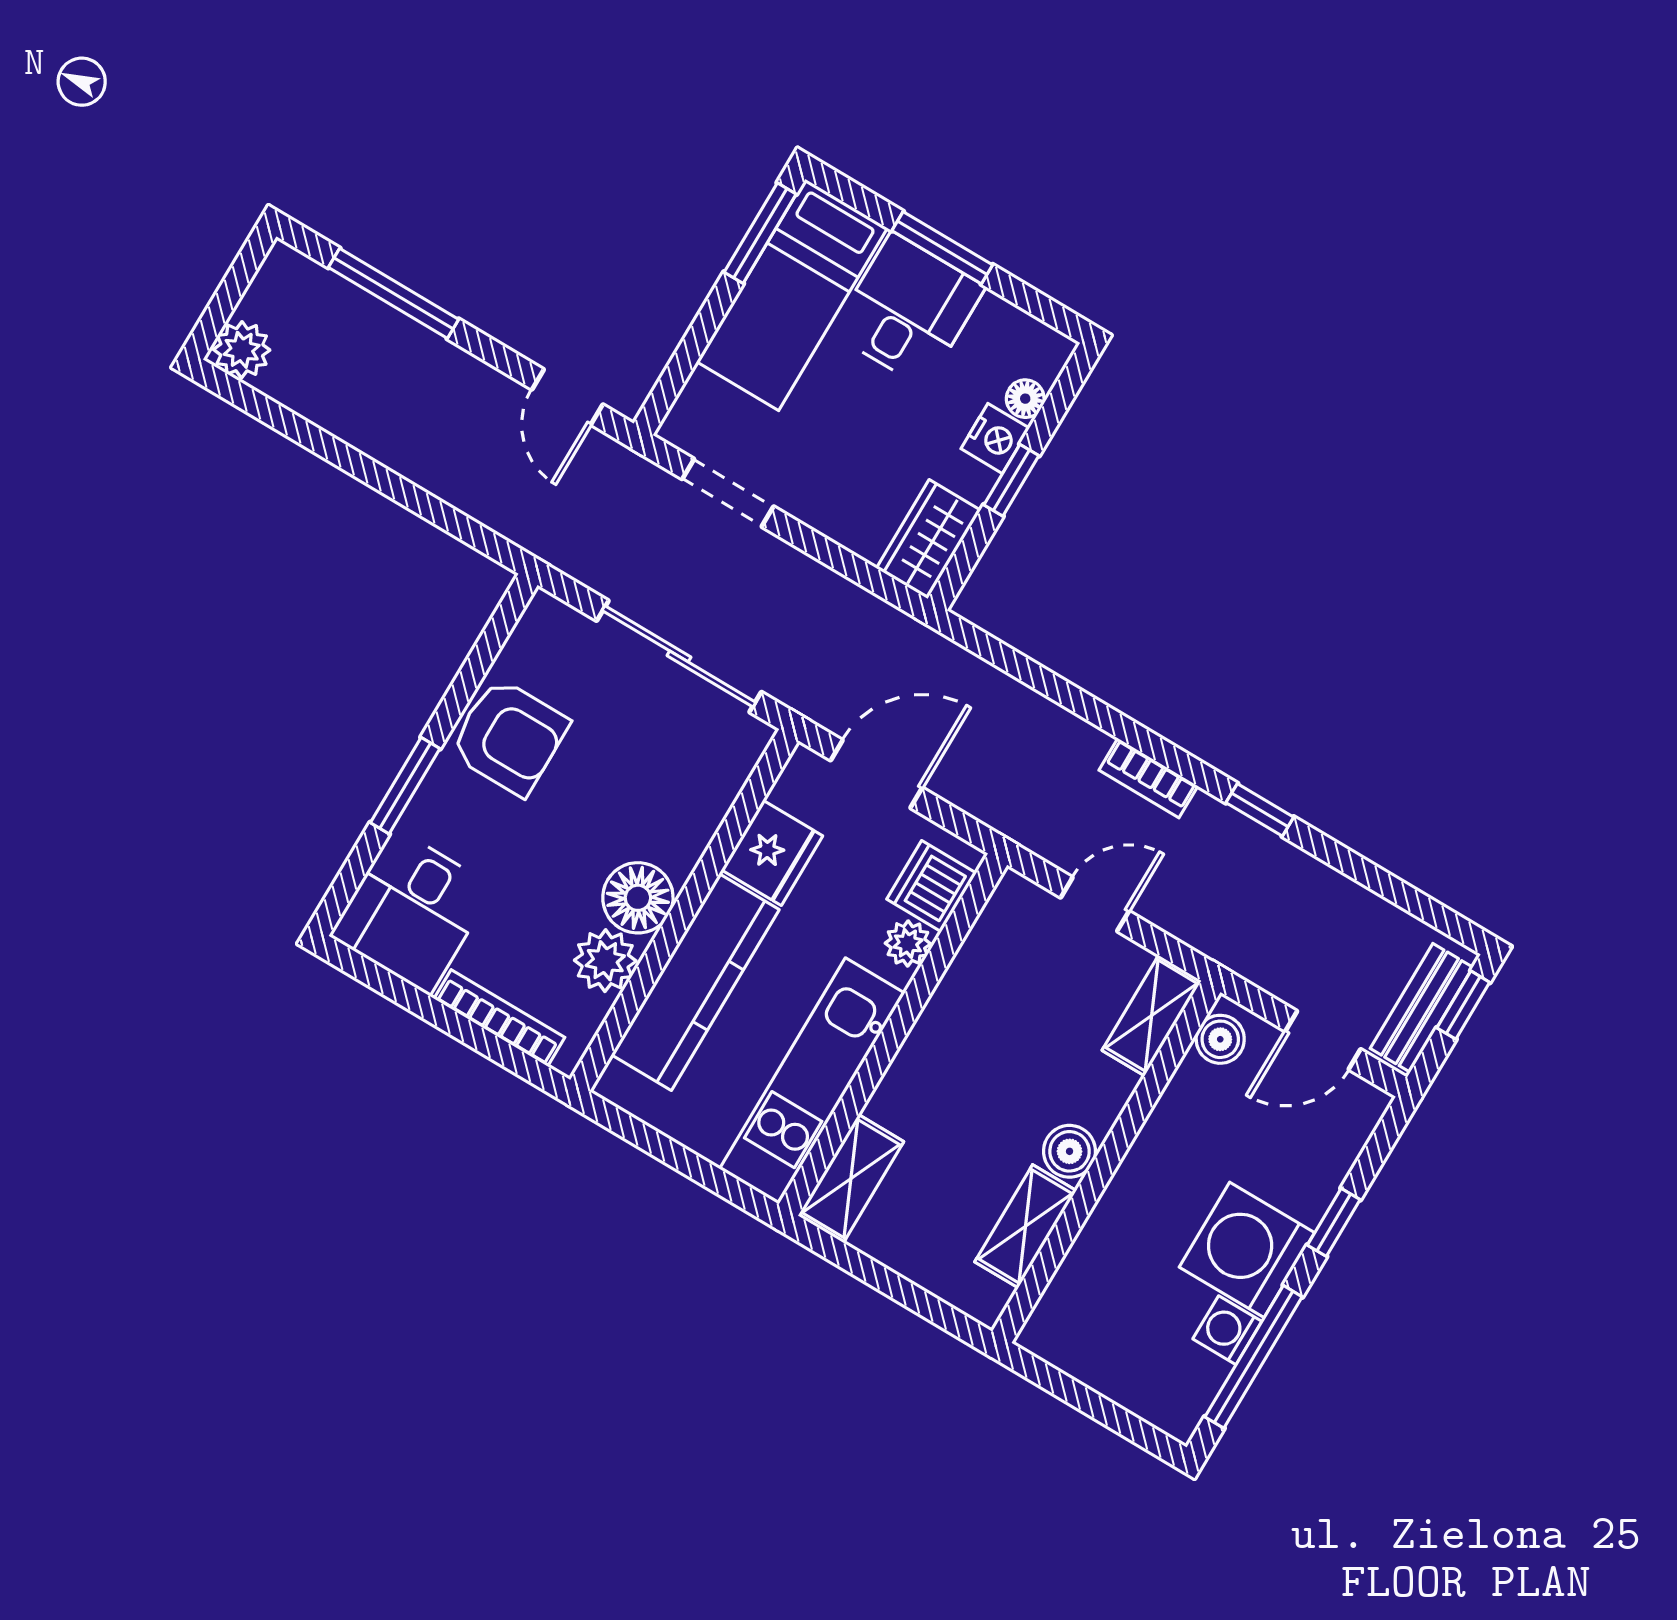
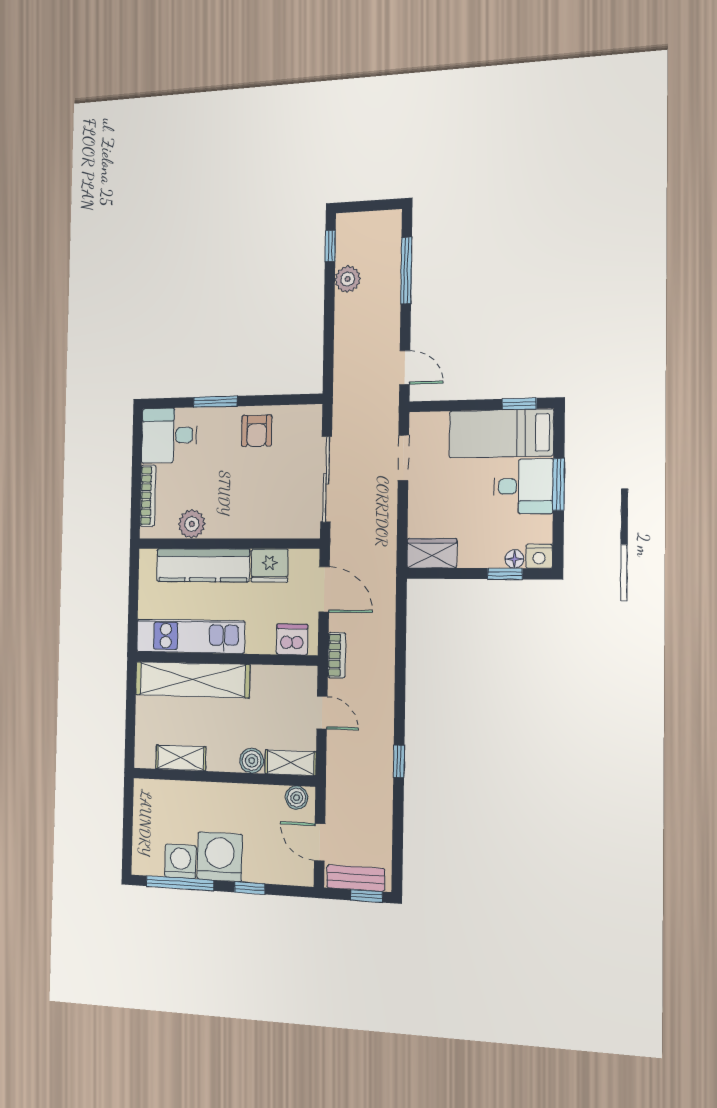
window: (760, 233) -> (519, 404), width x0.67
plant: (242, 350) -> (348, 279), moved
door: (567, 397) -> (405, 368), swing flipped
window: (256, 404) -> (330, 246), added
nightstand: (995, 438) -> (539, 556), moved
window: (1011, 480) -> (505, 574), moved
armchair: (509, 737) -> (257, 431), width x0.72, depth x0.72
bookcase: (1148, 778) -> (337, 655), moved, turned 180
floor lamp: (638, 898) -> (223, 522), removed
plant: (908, 943) -> (264, 643), removed
boiler: (1070, 1151) -> (252, 761), moved
shelving: (851, 1179) -> (192, 680), width x2.20, depth x1.33
washing machine: (1227, 1330) -> (180, 861), width x1.38, depth x1.38

